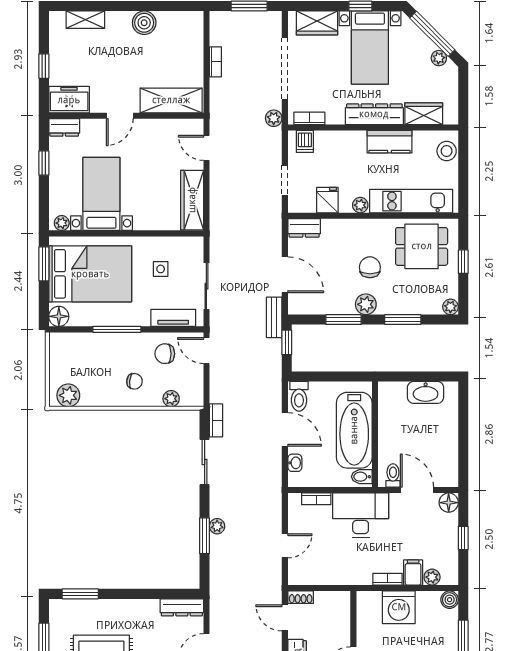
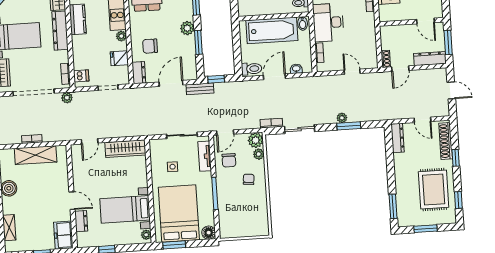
shelving: (171, 100) -> (36, 155), moved, turned 90
dresser: (64, 127) -> (81, 221), moved
chair: (370, 267) -> (150, 46), moved
plant: (68, 395) -> (256, 140), moved

